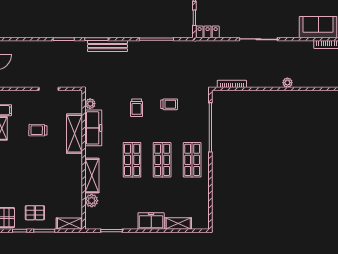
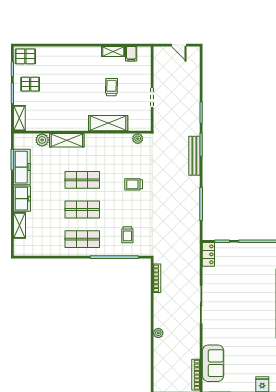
trolley: (169, 104) -> (127, 235), moved
freezer: (93, 128) -> (22, 167), moved, turned -90
pallet: (35, 213) -> (30, 84), turned 90

